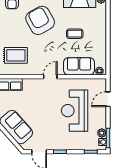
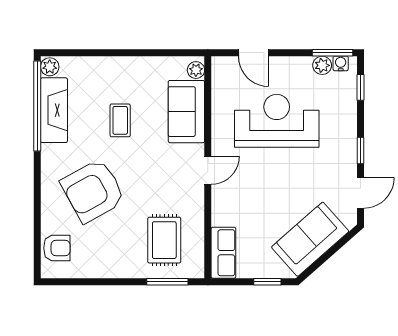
door: (50, 77) -> (208, 170), swing flipped
reception desk: (74, 111) -> (277, 121), turned 180

